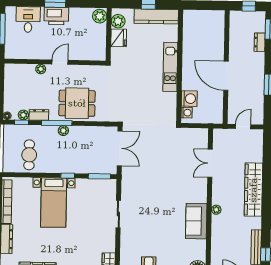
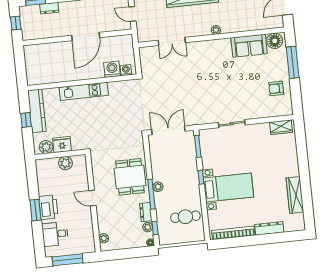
plant: (100, 16) -> (65, 163), moved
plant: (41, 69) -> (104, 238), moved
sofa: (196, 221) -> (249, 46), moved

